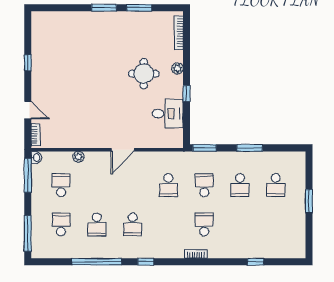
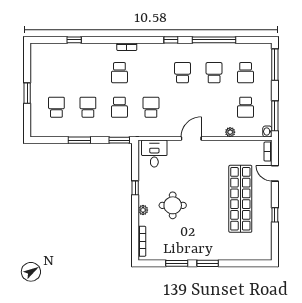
shop shelf: (67, 81) -> (240, 199), added
desk: (168, 114) -> (154, 154), moved, turned 90

